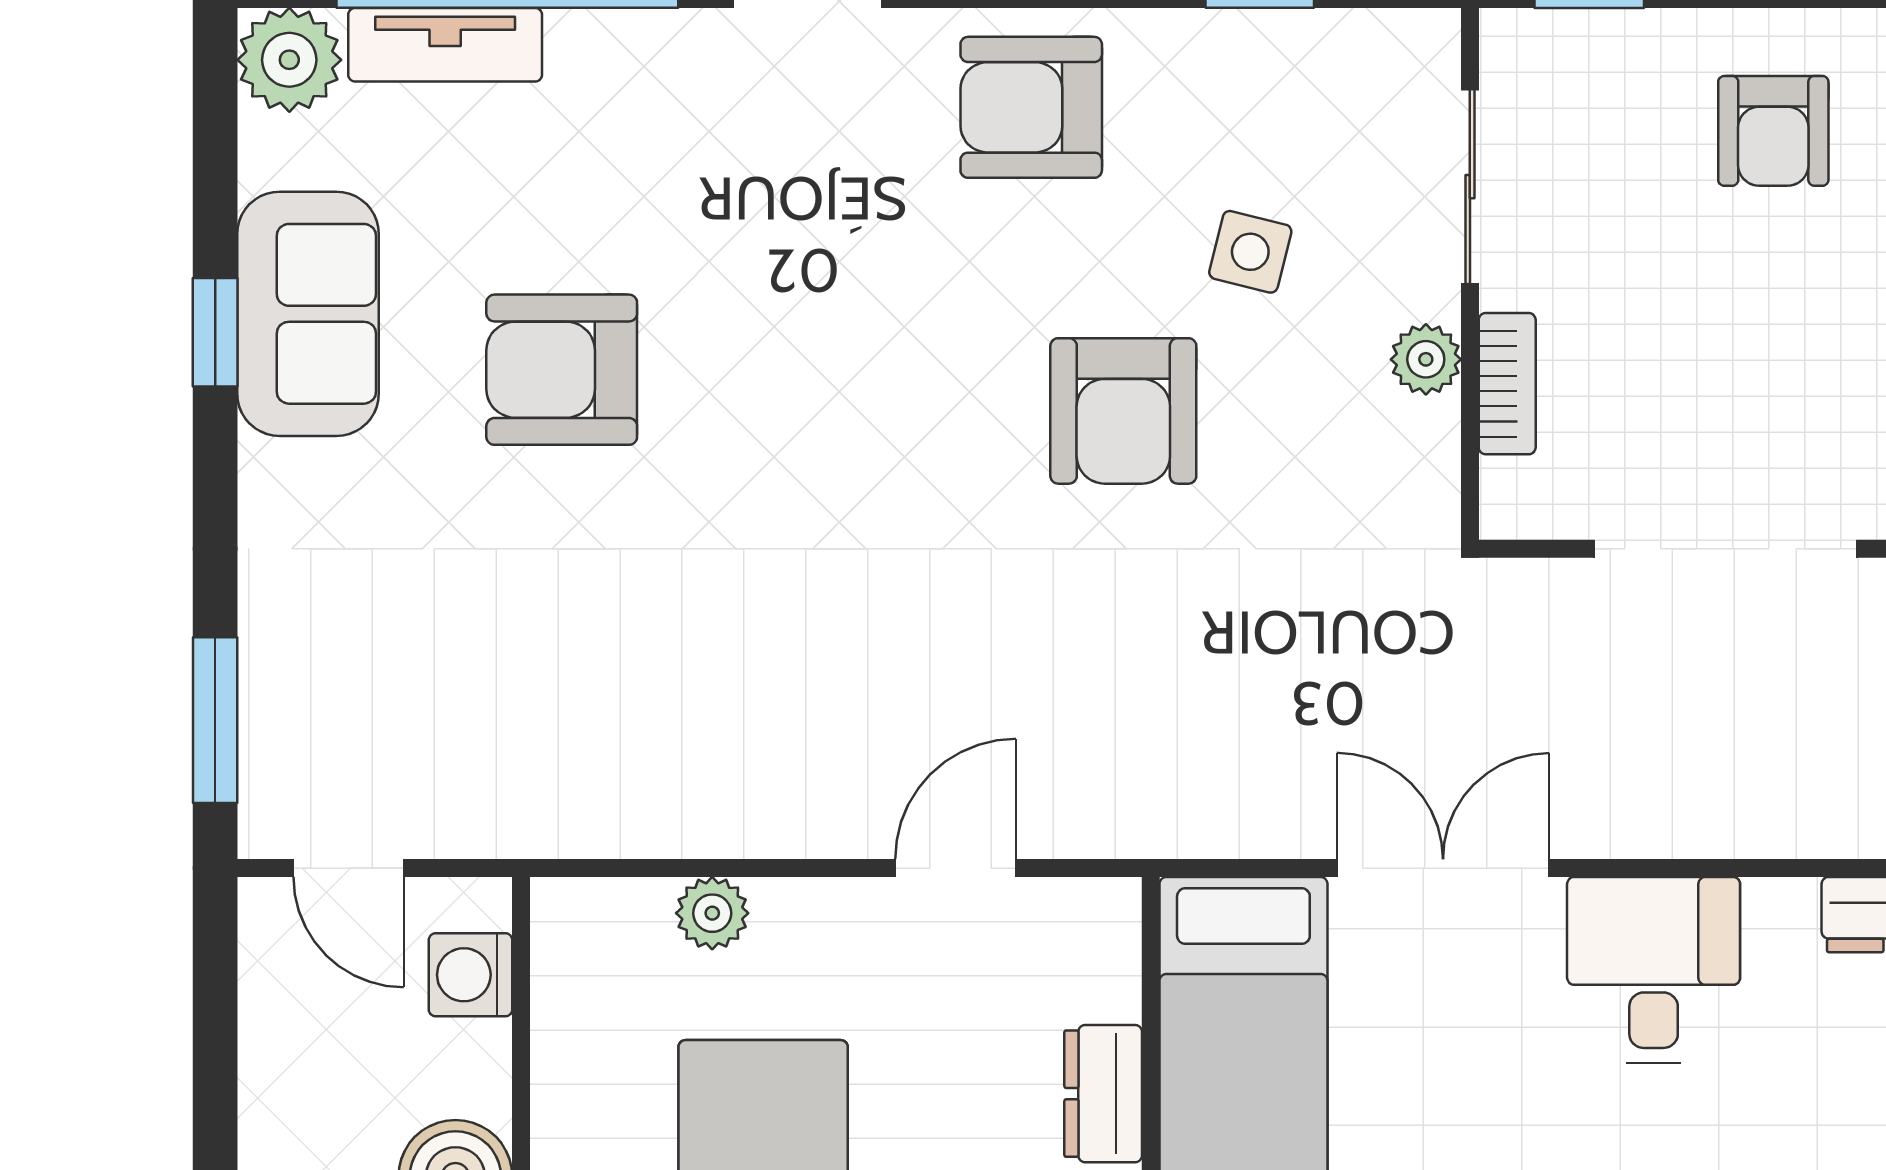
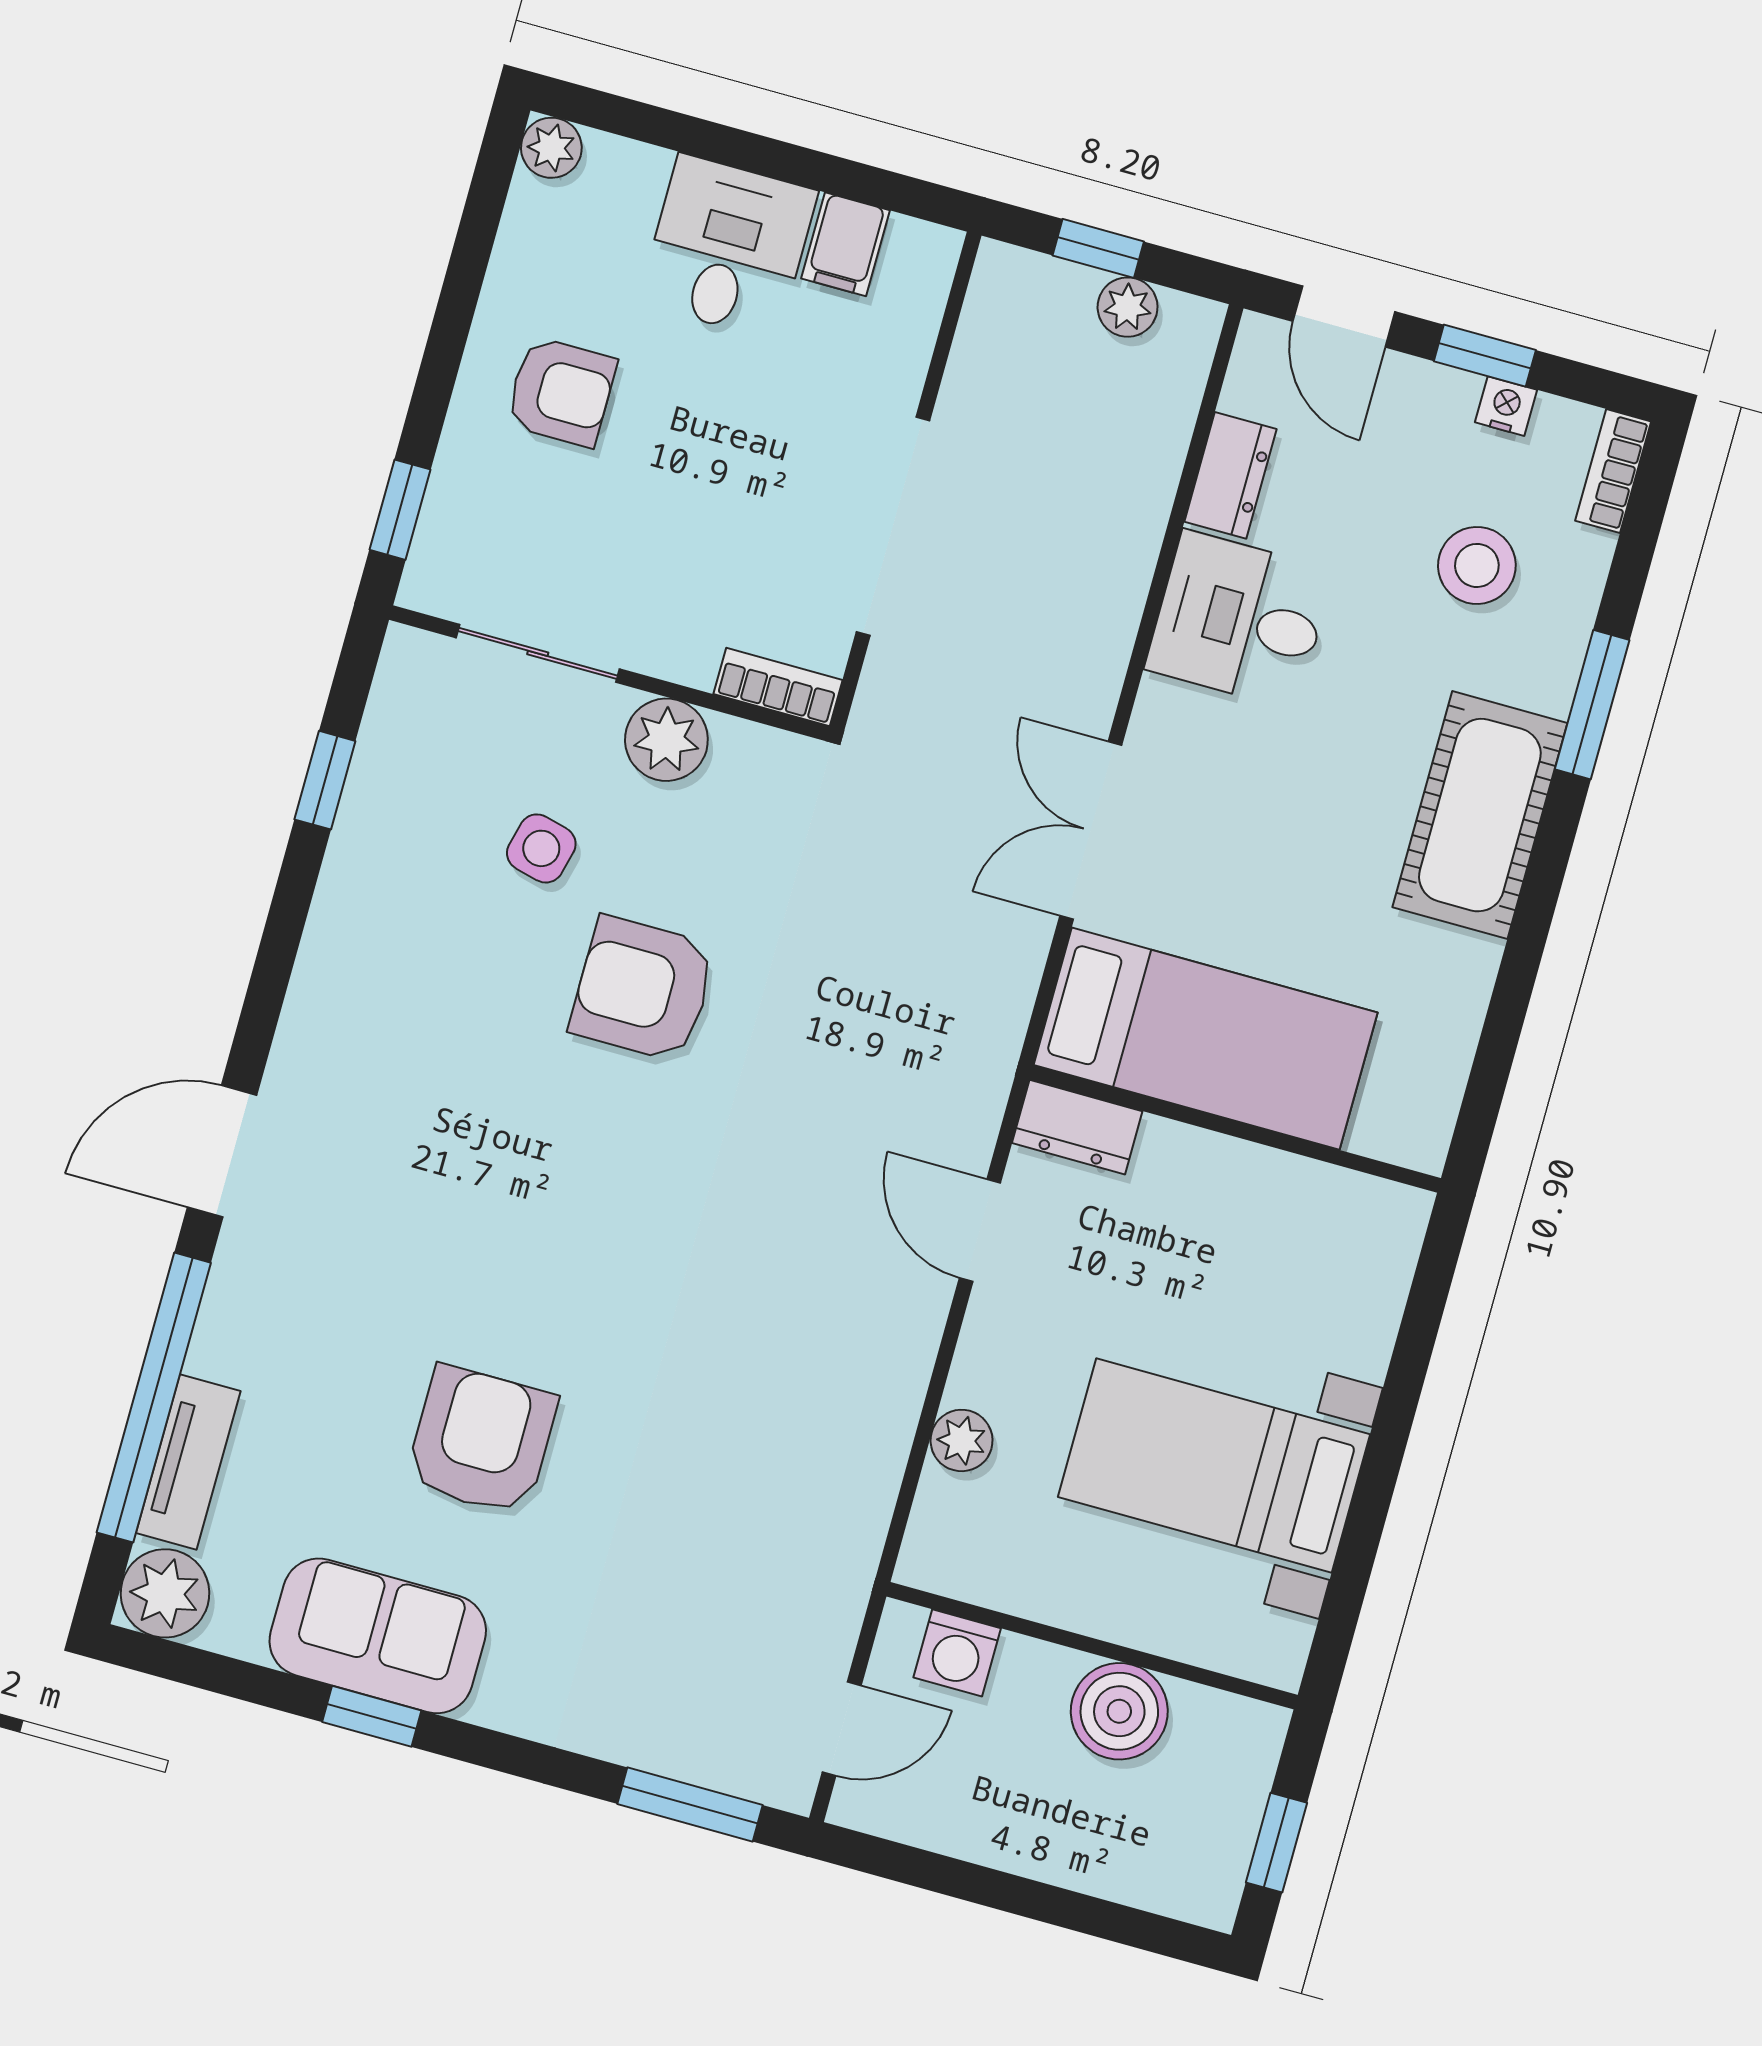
armchair: (1031, 107) -> (373, 995), removed
plant: (1426, 359) -> (666, 740), width x1.38, depth x1.38
armchair: (562, 370) -> (481, 1440), turned 180
bookcase: (1507, 384) -> (778, 687), moved
armchair: (1123, 411) -> (643, 989), turned 180
desk: (1654, 970) -> (1239, 620), moved
dresser: (1103, 1094) -> (1077, 1127), moved

